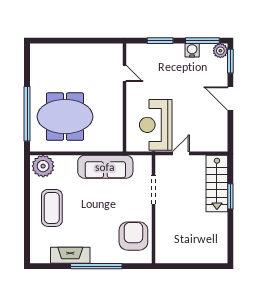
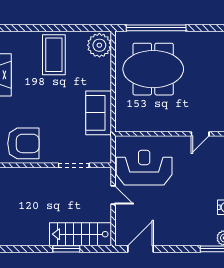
door: (230, 99) -> (141, 249), moved
meeting table: (65, 117) -> (153, 69), turned 90
sofa: (105, 167) -> (99, 113), width x0.73
coffee table: (52, 208) -> (54, 55), turned 90

